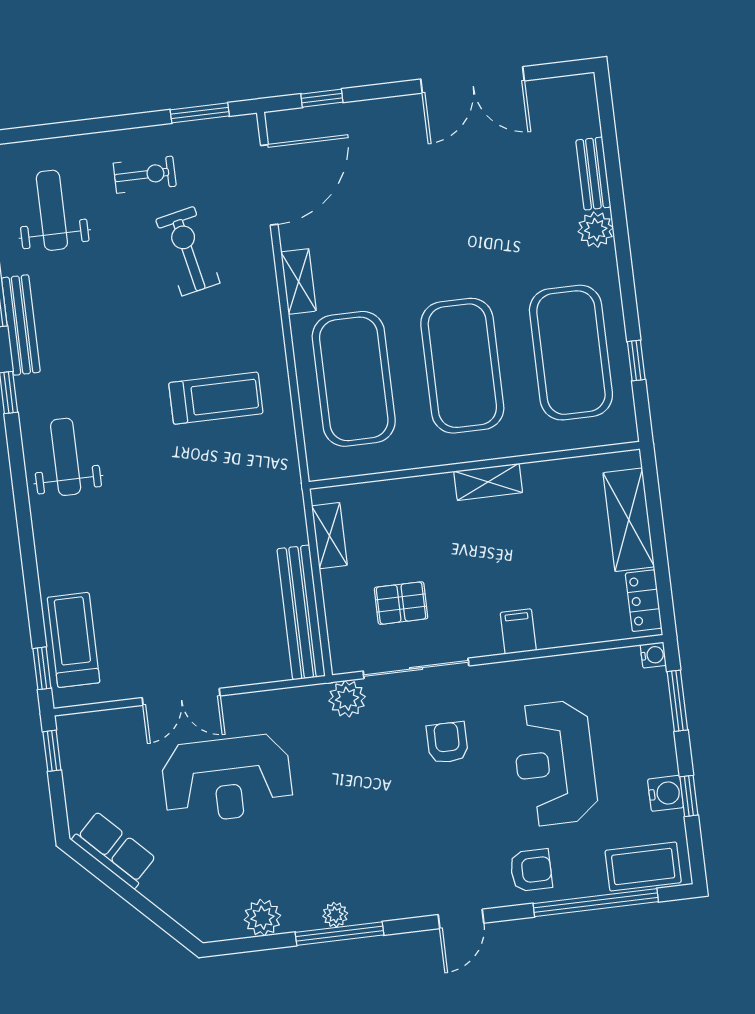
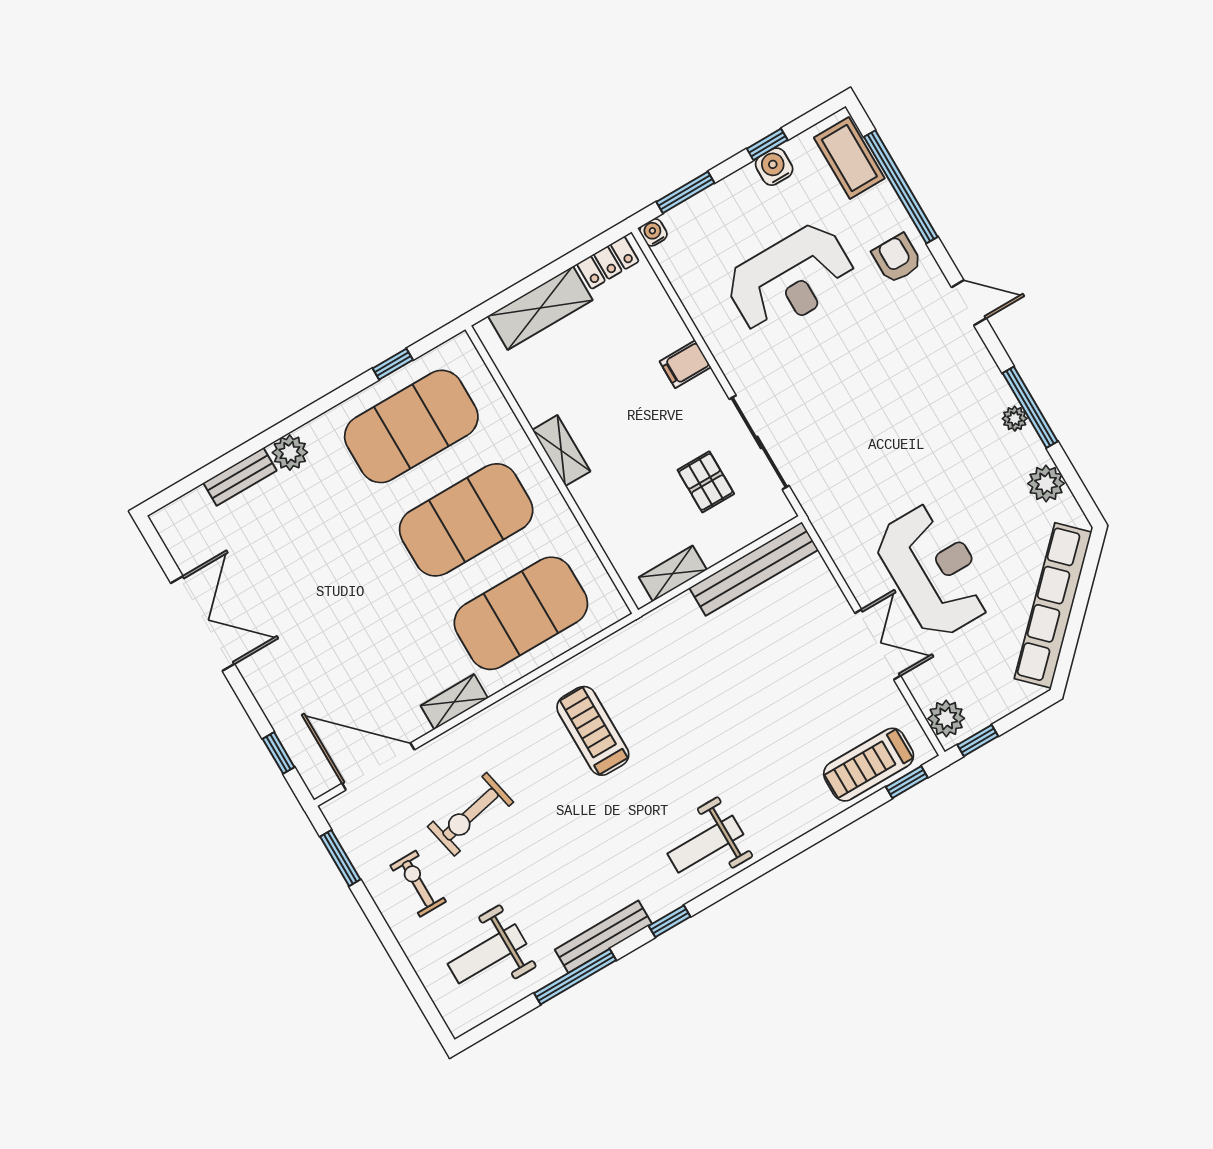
plant: (347, 699) -> (946, 718), moved
armchair: (447, 743) -> (814, 385), removed
row of seats: (114, 850) -> (1053, 605), width x2.02

